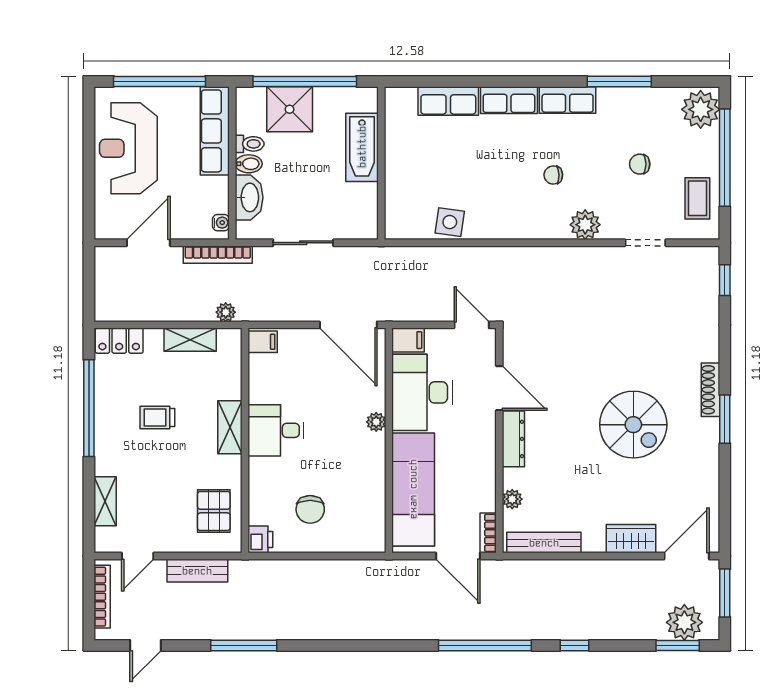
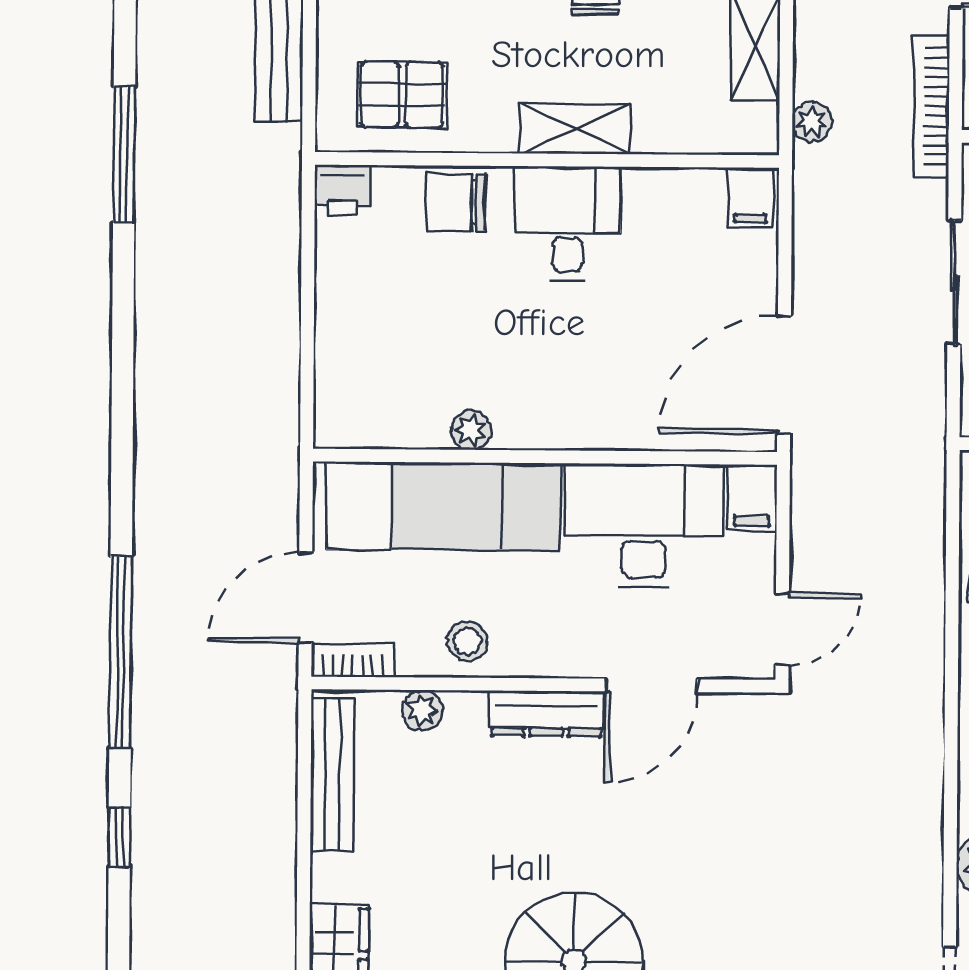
plant: (376, 422) -> (471, 430), moved
stool: (479, 478) -> (467, 641), added
chair: (310, 509) -> (456, 202), moved

